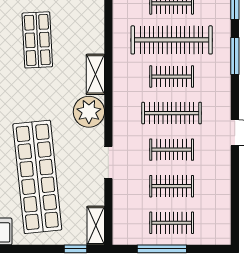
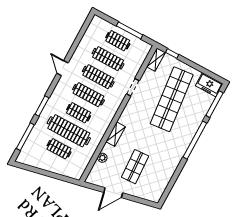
plant: (89, 112) -> (102, 158), moved, width x0.53, depth x0.53
clothes rail: (172, 150) -> (98, 77), width x1.36
clothes rail: (172, 186) -> (108, 59), width x1.36

